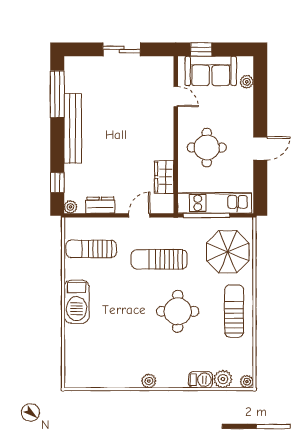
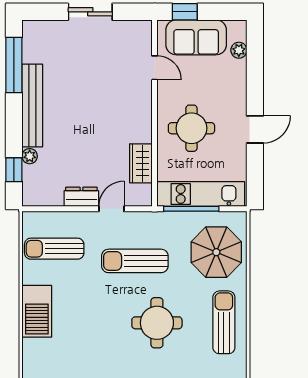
dresser: (100, 205) -> (81, 197), moved
plant: (70, 207) -> (30, 156), moved

